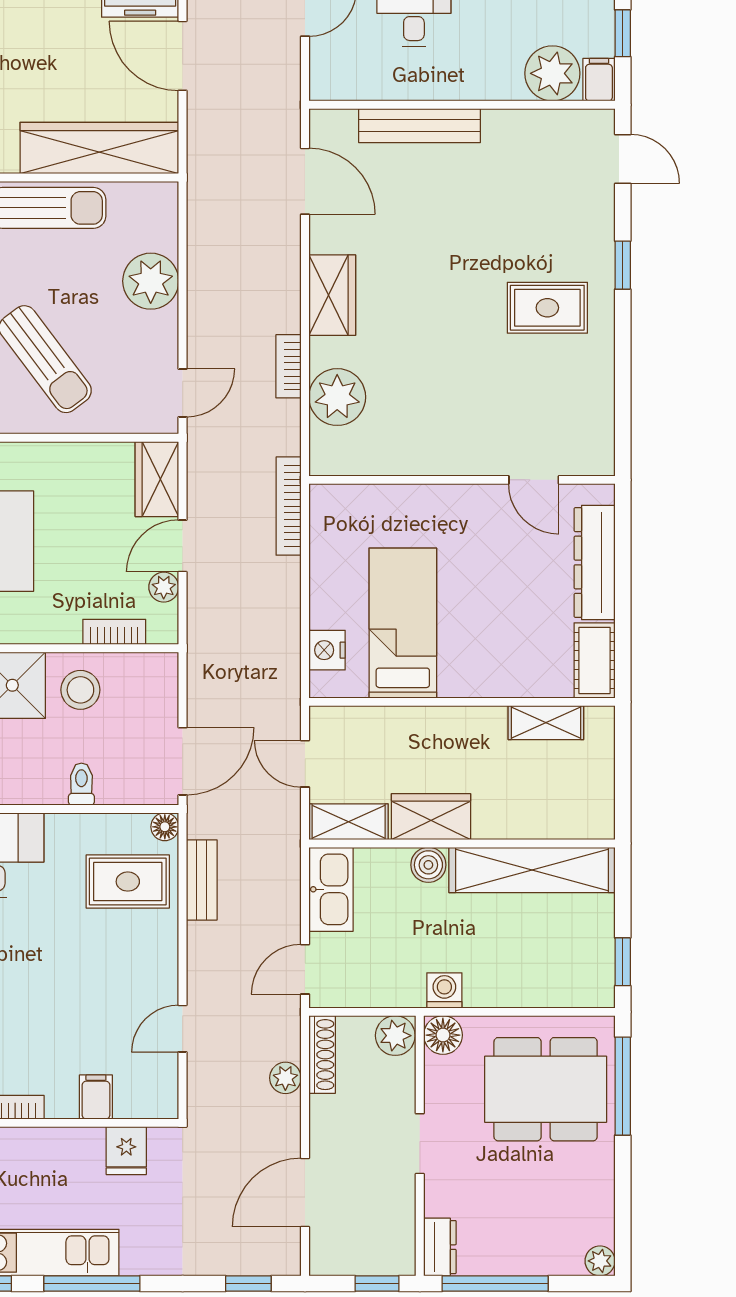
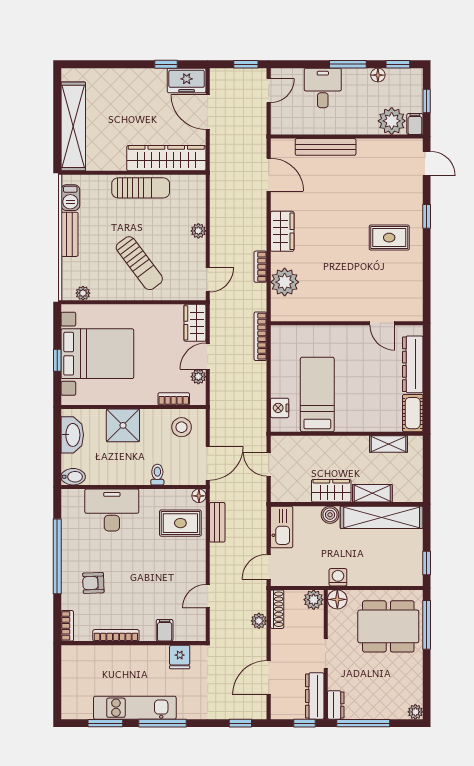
plant: (151, 281) -> (198, 231), width x0.53, depth x0.53
stool: (80, 690) -> (182, 427), moved
shelving: (349, 822) -> (372, 493), moved
dresser: (398, 1229) -> (315, 696), added

